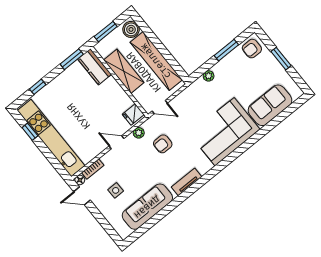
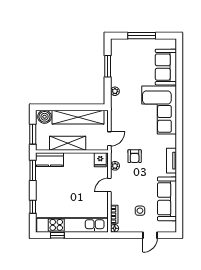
armchair: (252, 49) -> (120, 49), removed
window: (281, 59) -> (142, 36), width x1.44
door: (82, 196) -> (150, 235), moved

